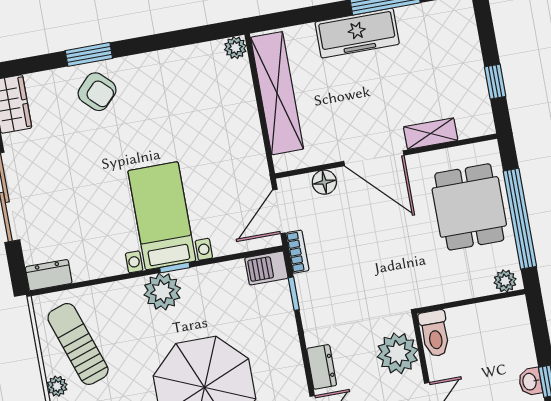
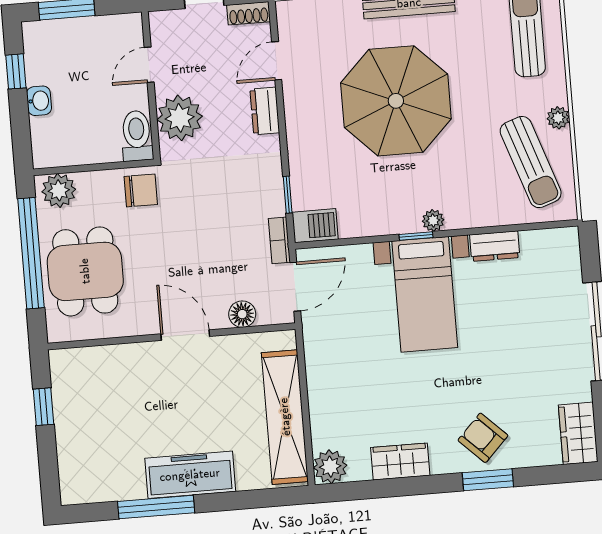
plant: (235, 48) -> (330, 467), width x1.38, depth x1.38
wardrobe: (169, 63) -> (400, 462), added
shelving: (431, 134) -> (120, 356), removed
door: (374, 158) -> (185, 335), width x0.73
dresser: (49, 275) -> (495, 246), moved
plant: (505, 281) -> (59, 190), width x1.38, depth x1.38
chair: (426, 285) -> (141, 190), added
plant: (162, 292) -> (433, 220), width x0.53, depth x0.53
washbasin: (530, 382) -> (39, 101), moved

